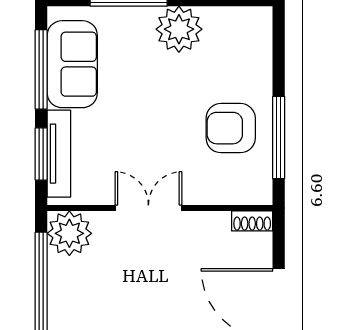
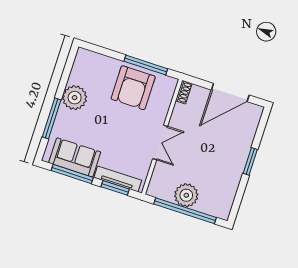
armchair: (231, 128) -> (133, 88), width x1.36, depth x1.36
double door: (148, 208) -> (160, 142), swing flipped
plant: (69, 233) -> (186, 195), moved

